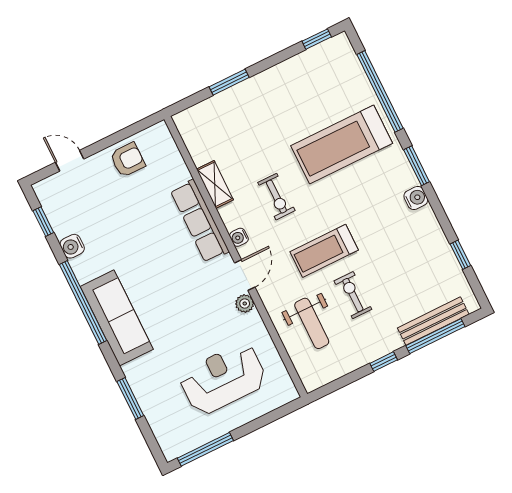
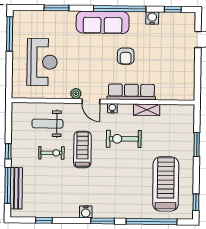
treadmill: (342, 144) -> (166, 184), moved
armchair: (128, 160) -> (126, 56), moved
exercise bike: (276, 197) -> (124, 139), width x1.38, depth x1.39

